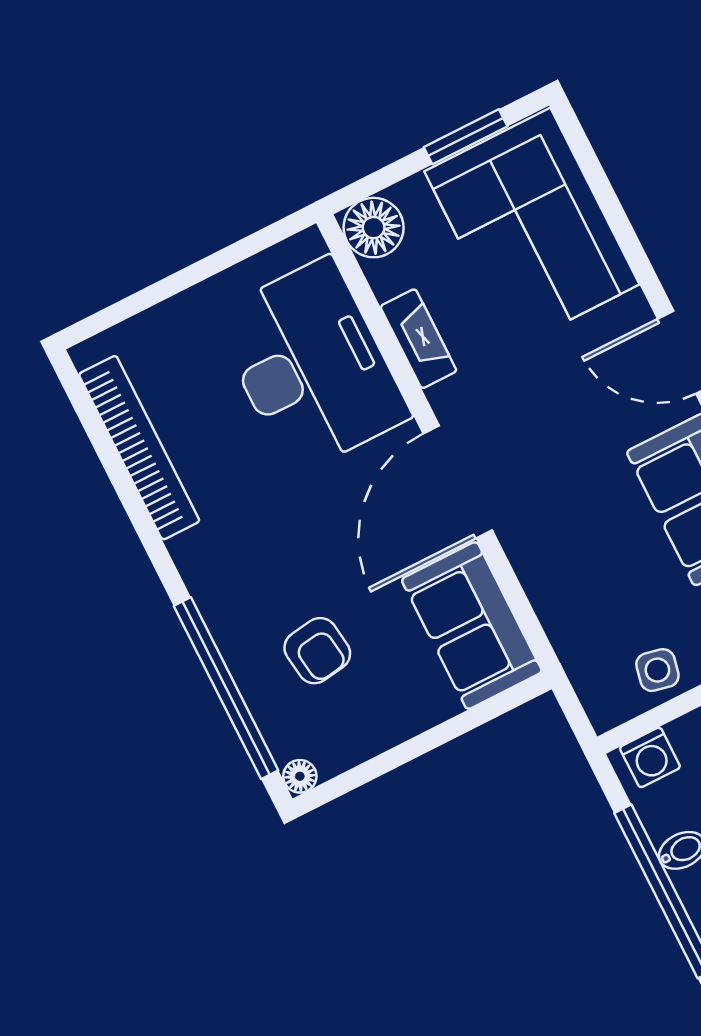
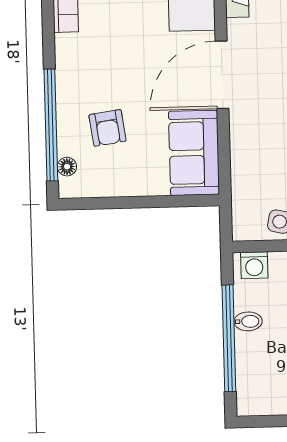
floor lamp: (300, 776) -> (67, 167), moved

